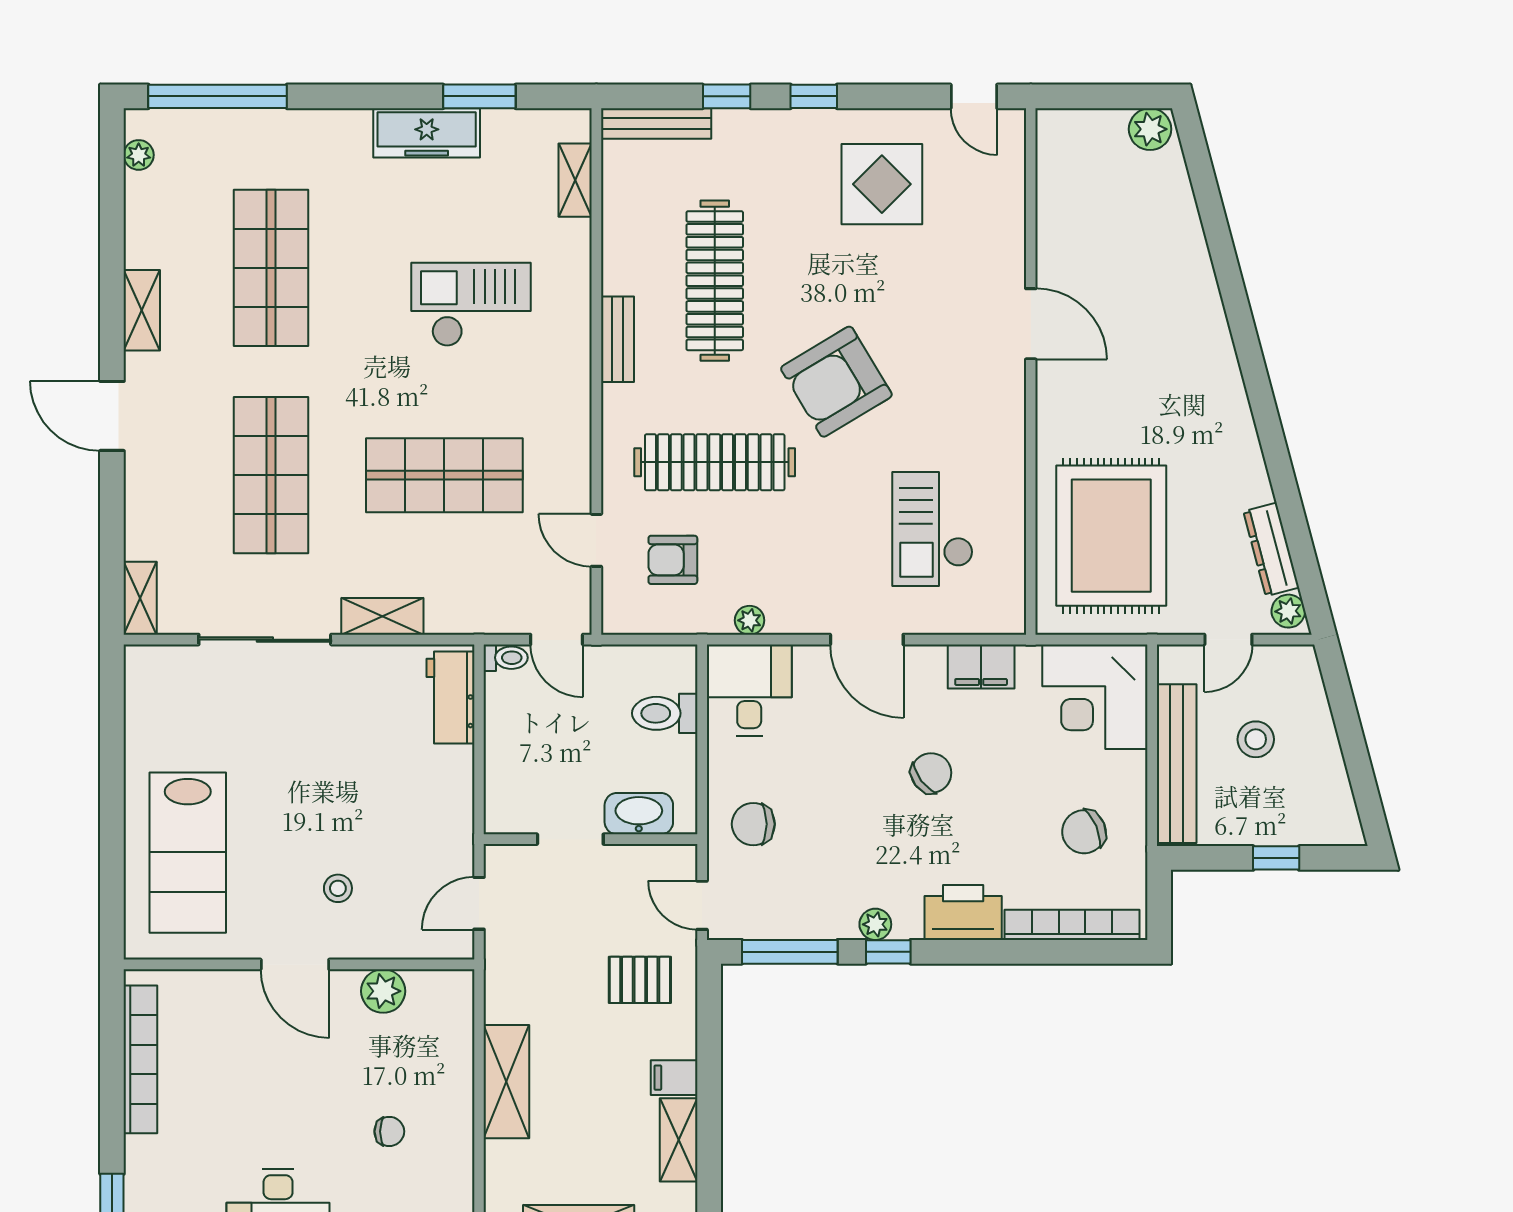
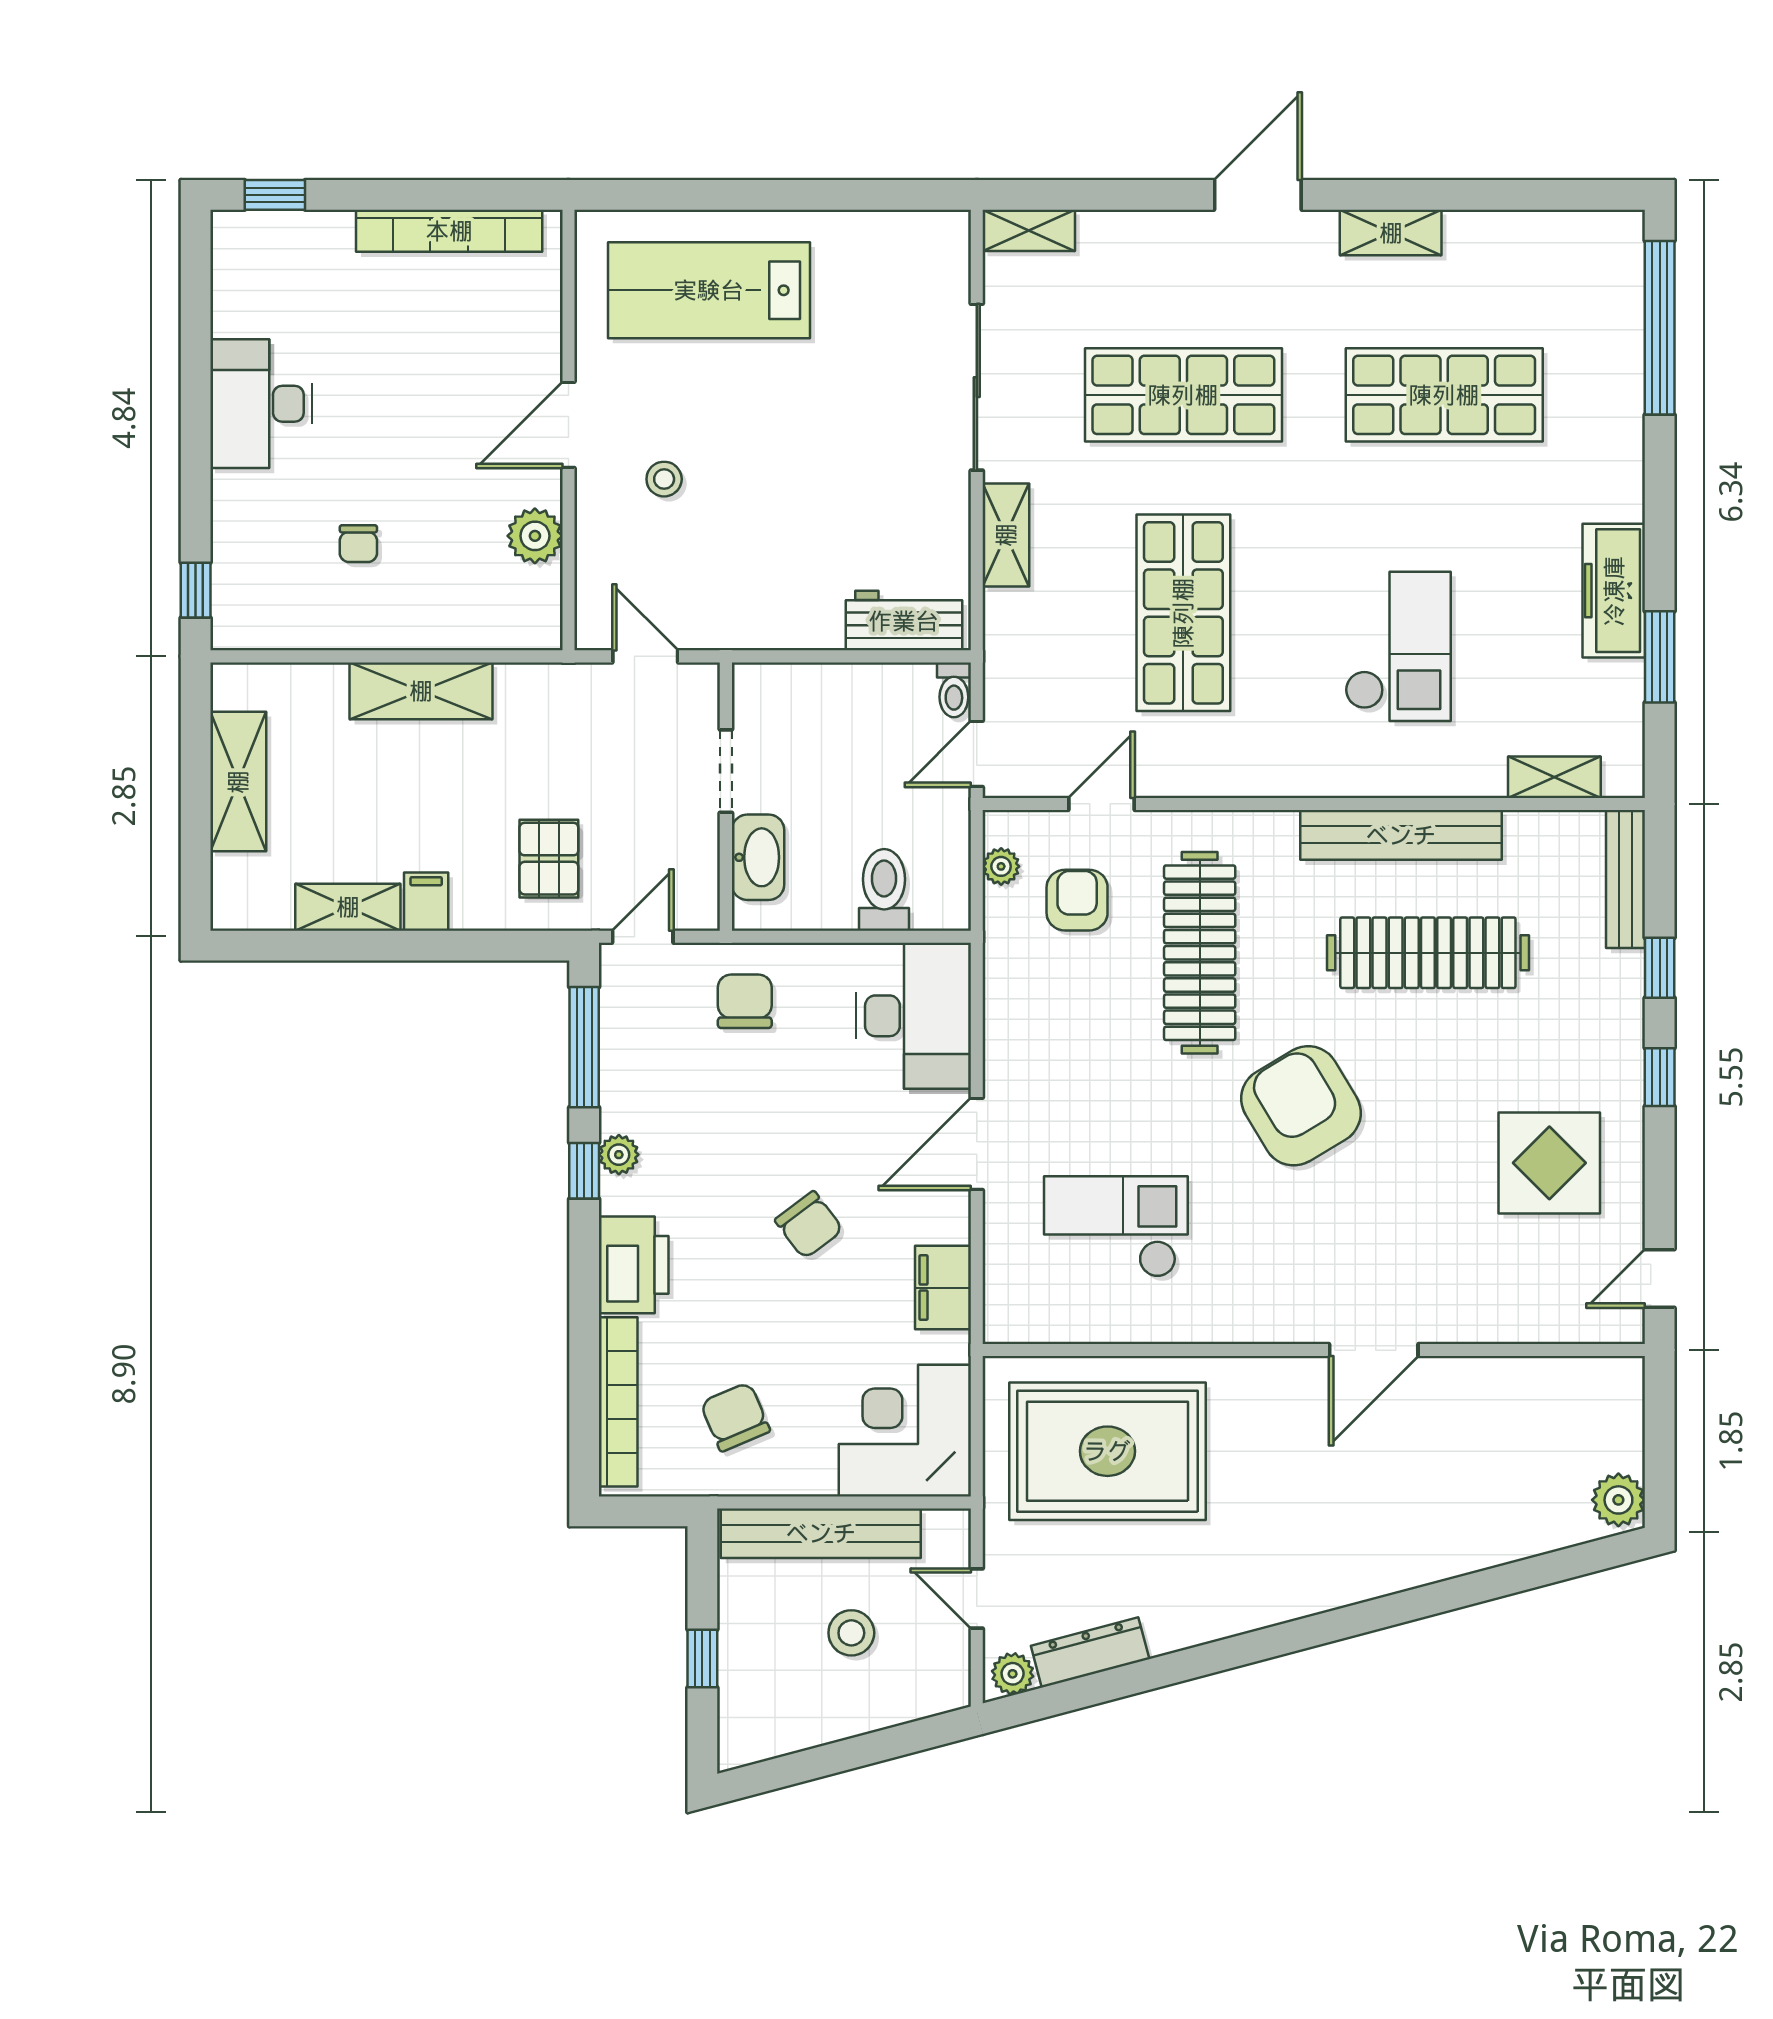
plant: (139, 155) -> (1586, 229), removed
bench: (617, 339) -> (1401, 835), width x1.86, depth x1.21
plant: (750, 620) -> (1001, 866), moved
desk: (749, 690) -> (913, 1016), width x1.37

